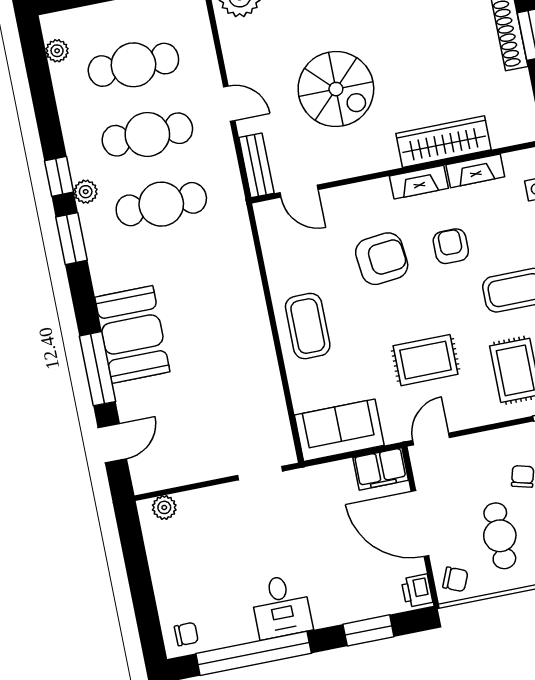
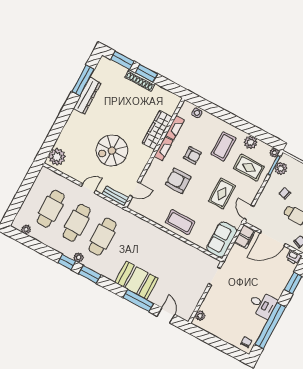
spiral stairs: (336, 89) -> (112, 151), turned 180
armchair: (451, 246) -> (192, 155), turned 180
armchair: (382, 259) -> (178, 181), turned -84

